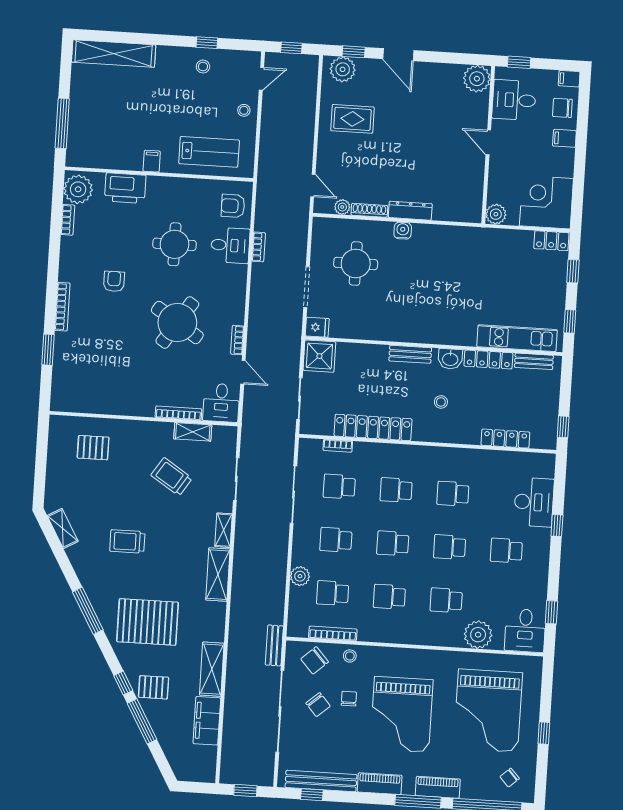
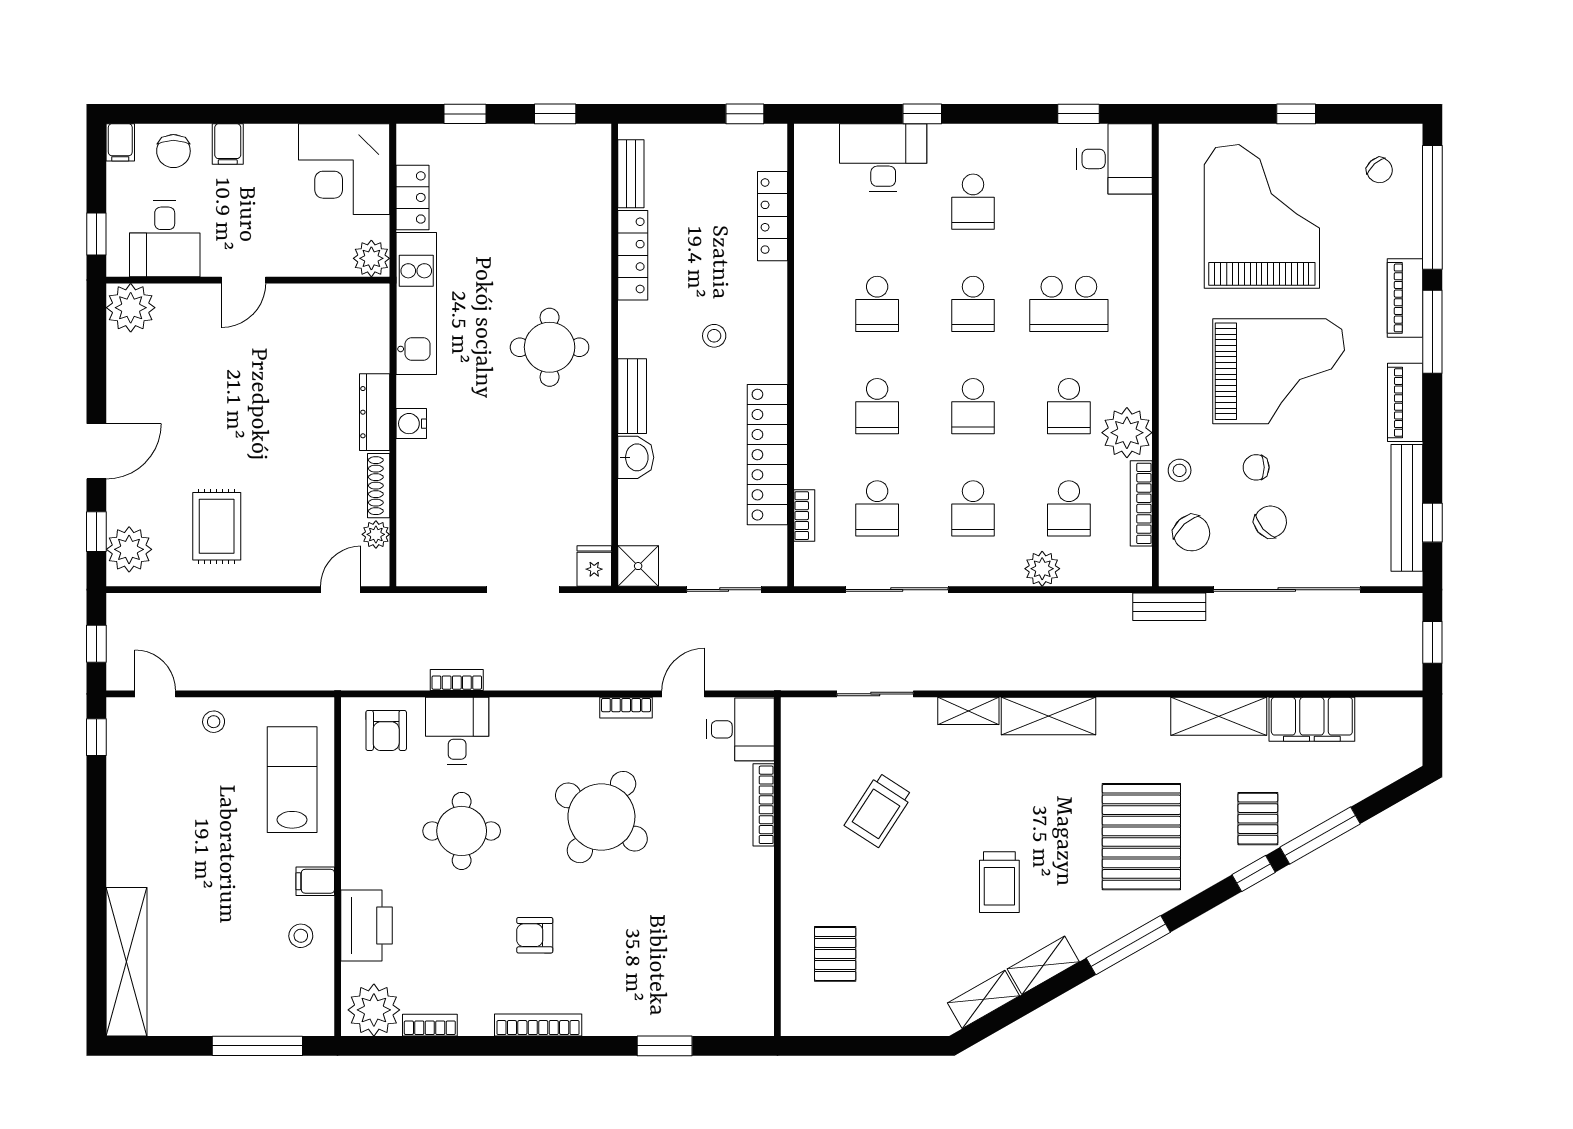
window: (207, 43) -> (96, 737), moved
stool: (203, 67) -> (301, 936), moved
locker: (551, 241) -> (413, 197), moved
round table: (356, 263) -> (550, 347), moved
bookcase: (62, 307) -> (538, 1025), moved
kitchen unit: (517, 338) -> (416, 303), moved, turned 180
shower: (319, 356) -> (638, 566), width x0.73, depth x0.73
washbasin: (450, 359) -> (636, 457), moved
shelving: (193, 432) -> (1043, 965), moved, turned 60
school desk: (446, 600) -> (1069, 304), width x1.85
plant: (478, 635) -> (1127, 433), moved
grand piano: (488, 711) -> (1262, 216), turned -90

